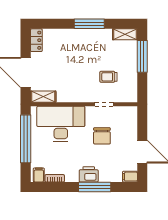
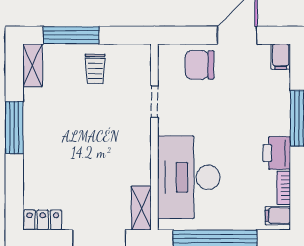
trolley: (108, 77) -> (95, 69), moved
chair: (102, 136) -> (200, 65), moved, turned 180
printer: (89, 174) -> (277, 153), moved

